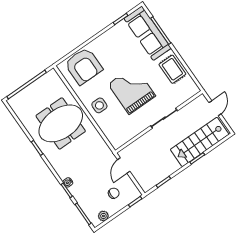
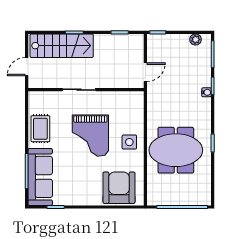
chair: (114, 193) -> (172, 54), removed

